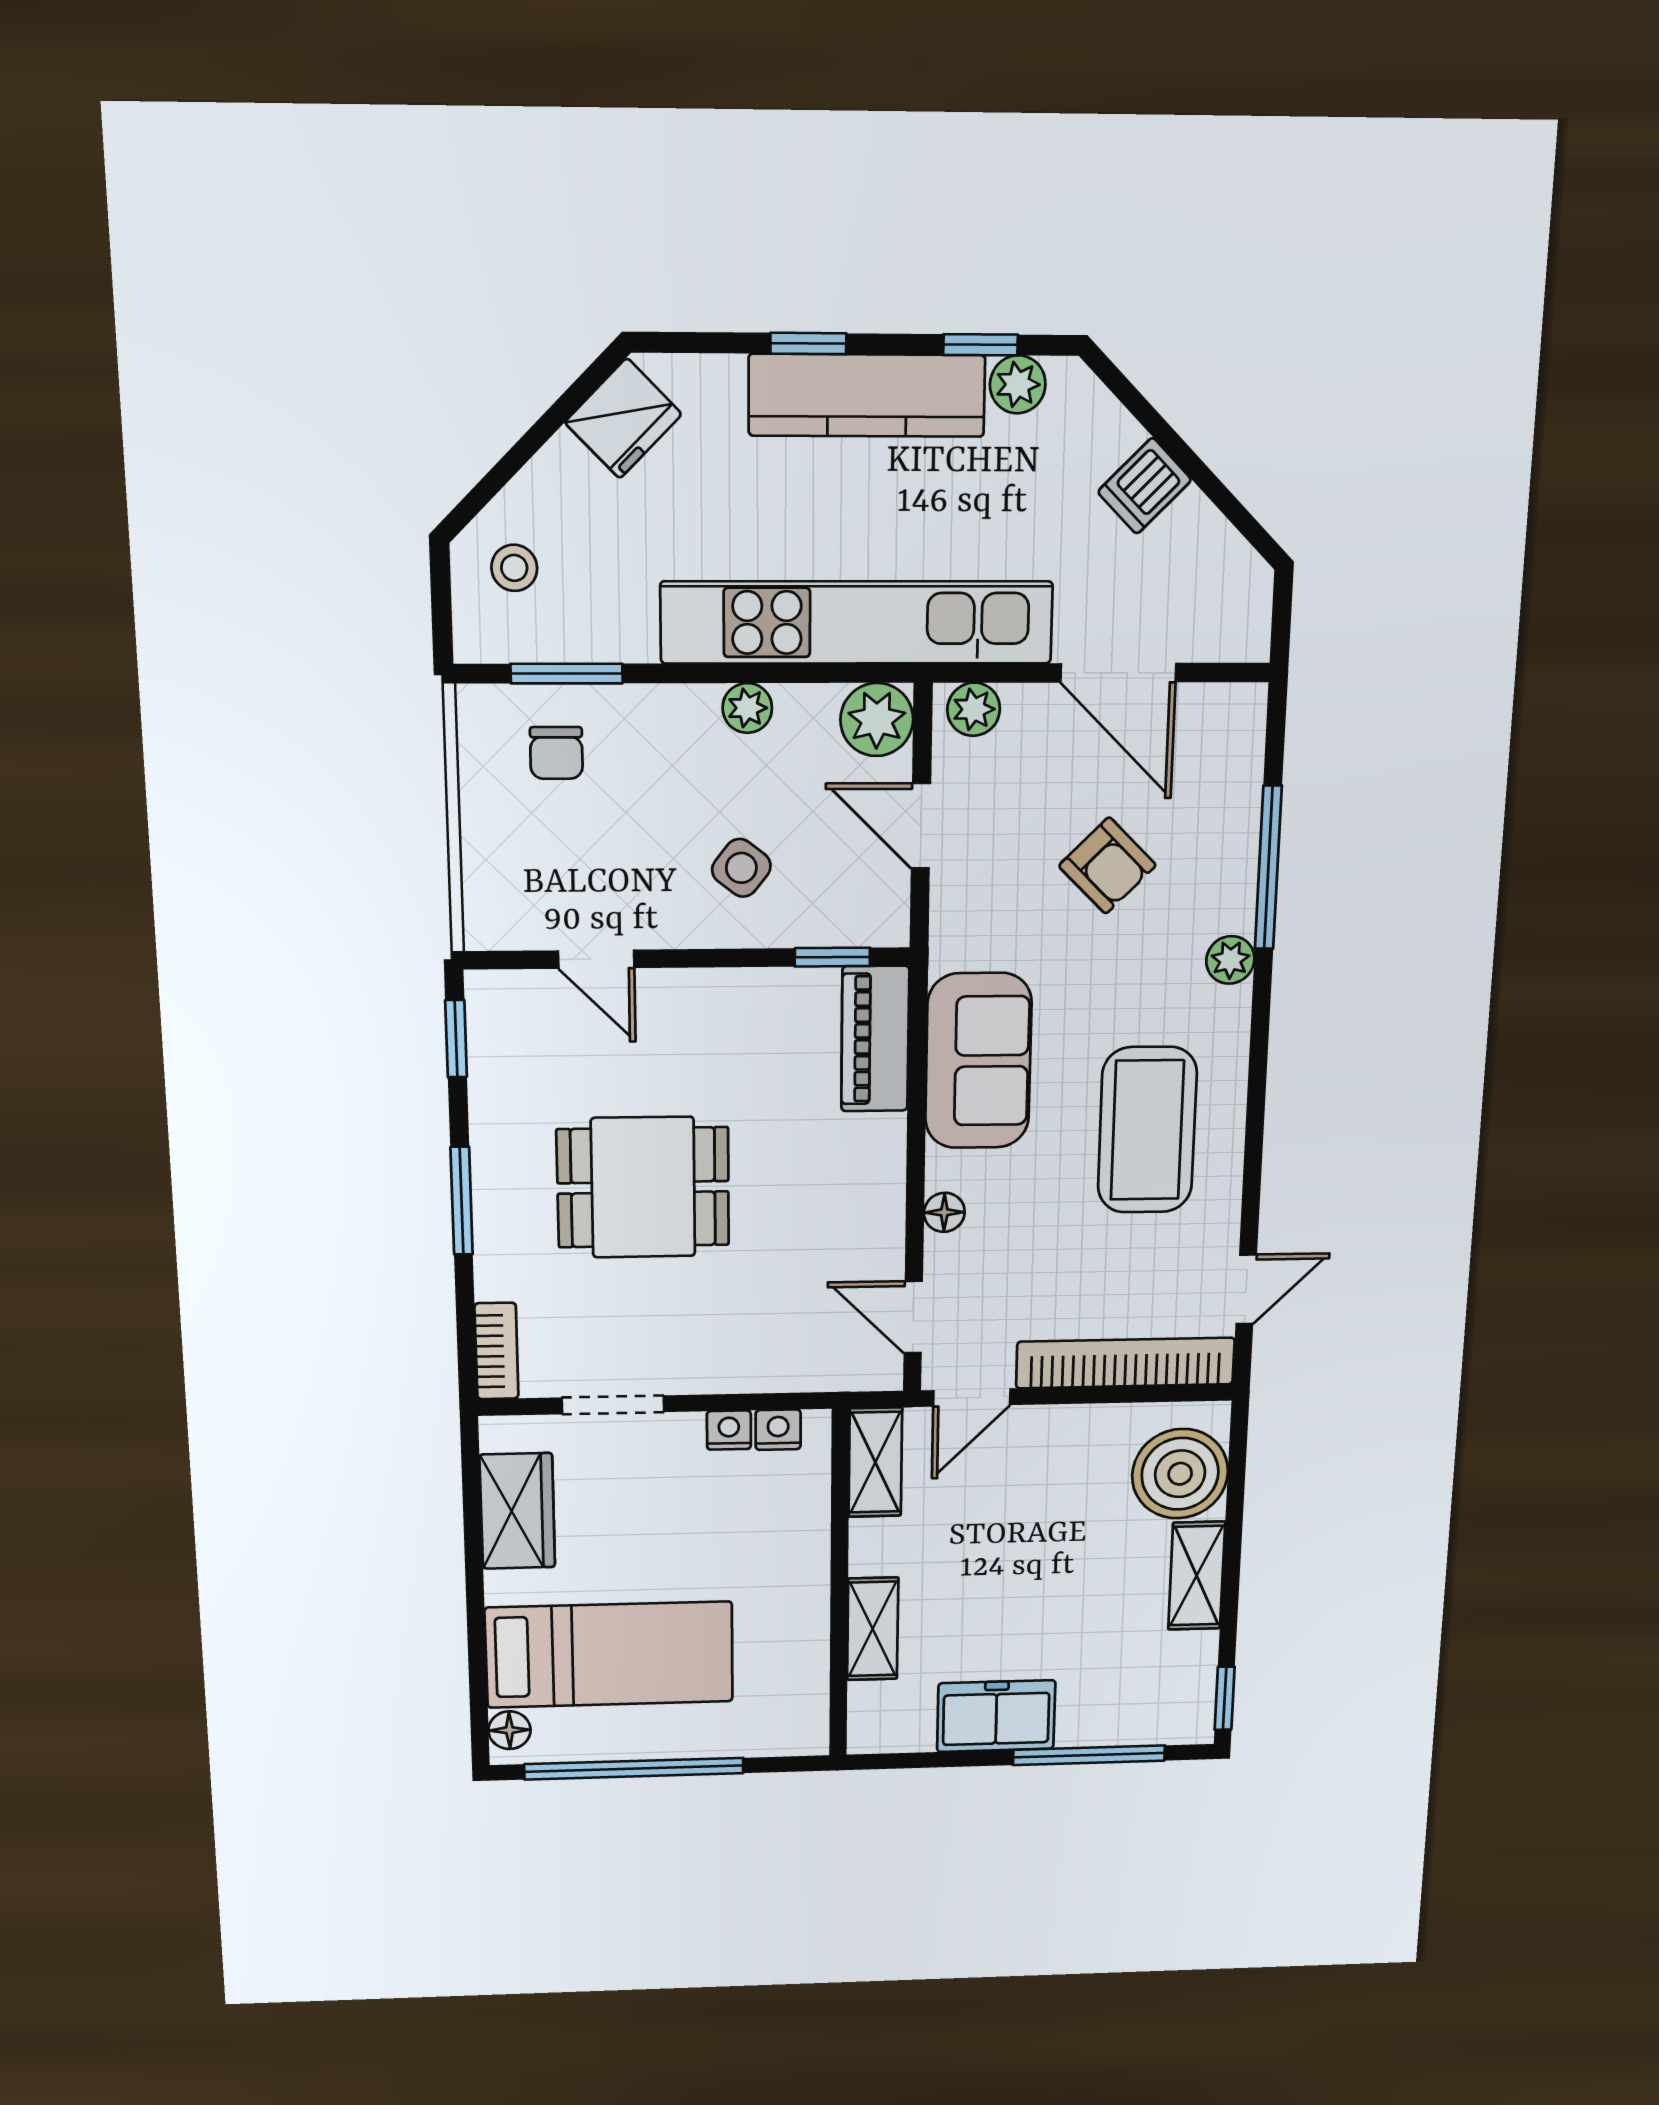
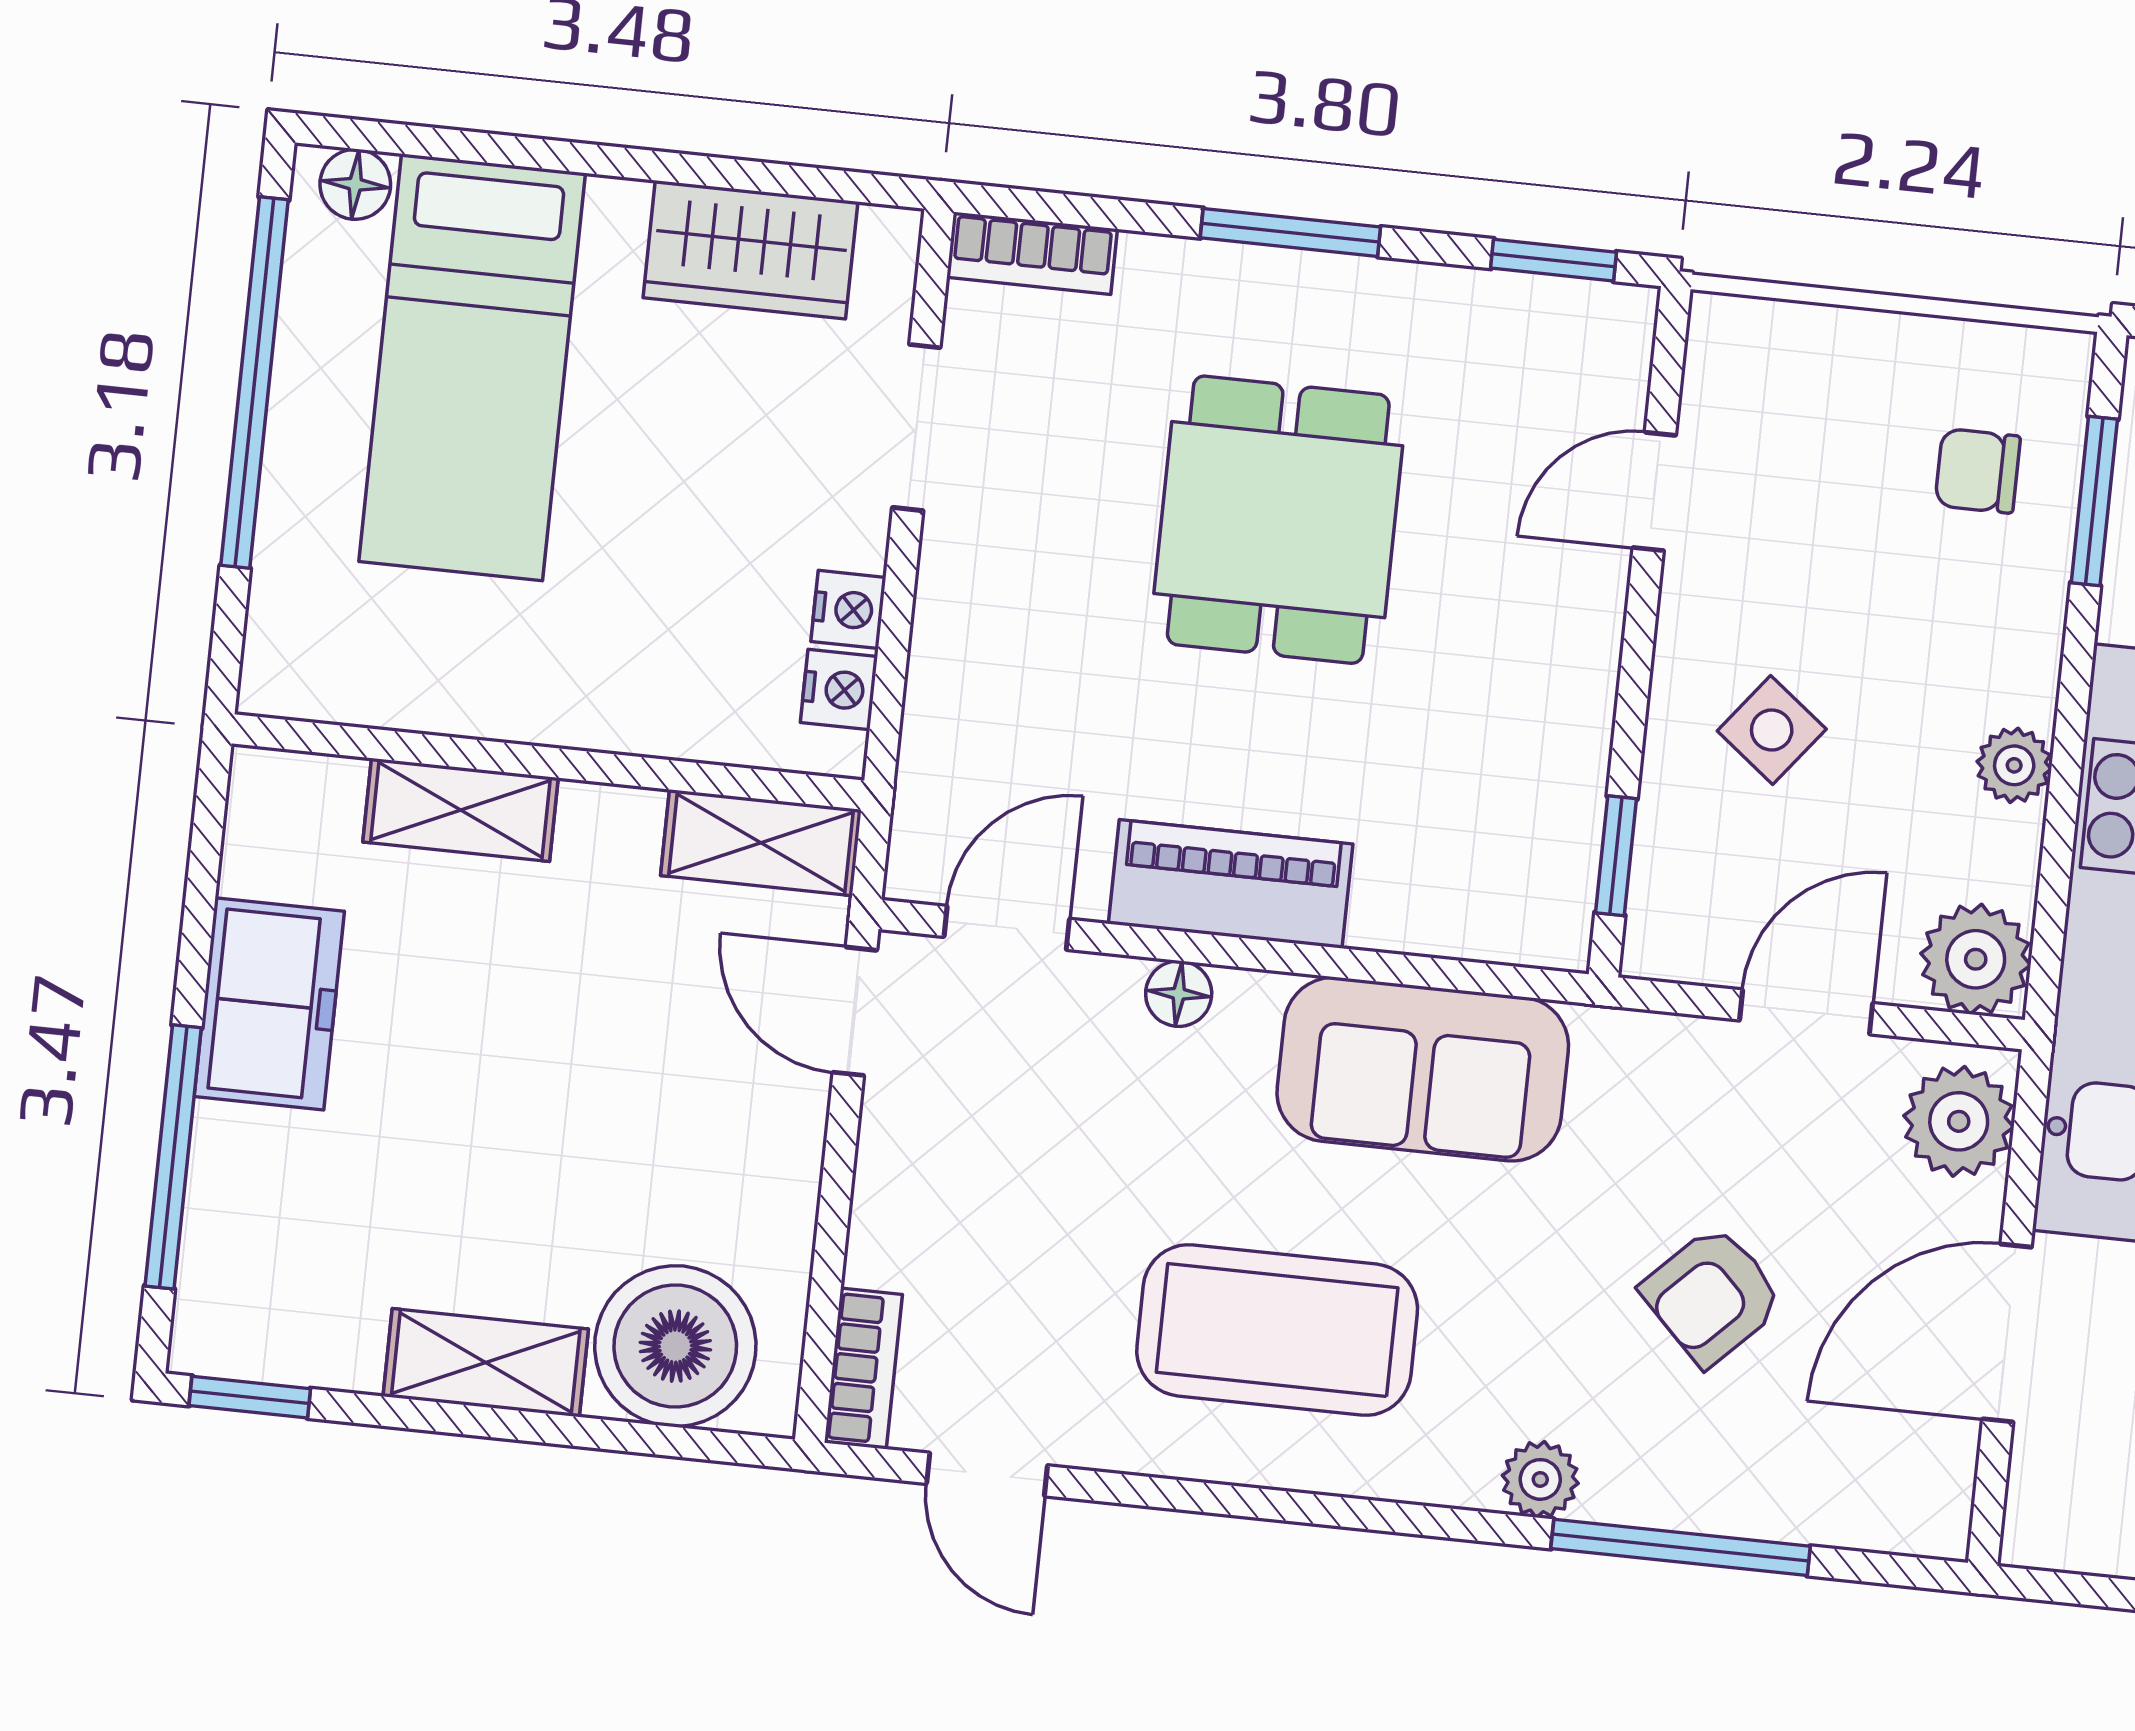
plant: (974, 709) -> (1959, 1121), width x1.38, depth x1.38
piano: (875, 1039) -> (1231, 884), moved
bookcase: (1125, 1363) -> (863, 1369), width x0.43, depth x0.76

